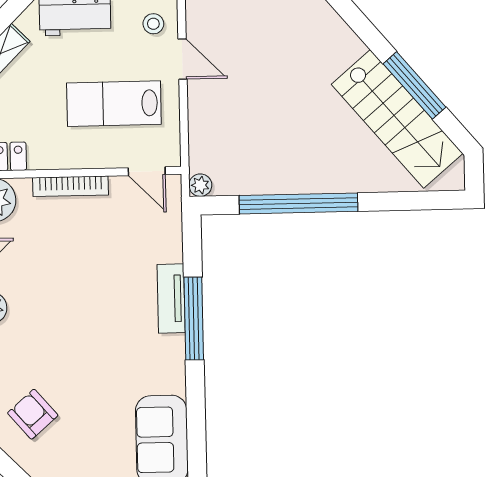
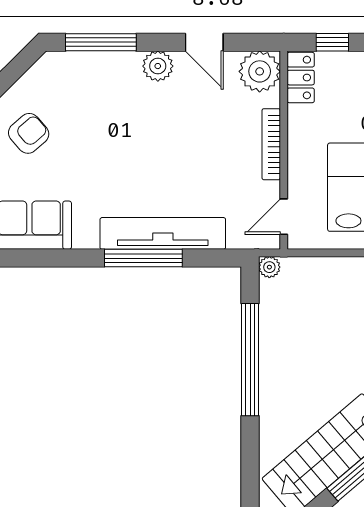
tv unit: (171, 298) -> (163, 233), width x1.92, depth x1.29
armchair: (33, 414) -> (29, 133), moved

